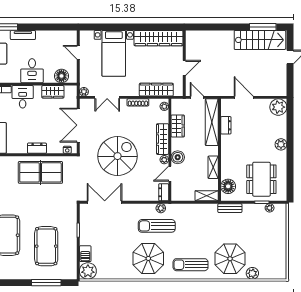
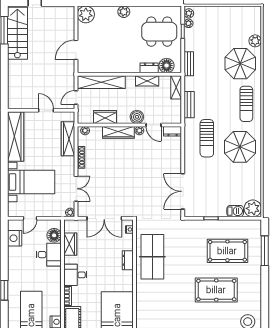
tv unit: (23, 35) -> (12, 275), removed
nightstand: (59, 37) -> (15, 238), added
desk: (32, 71) -> (49, 255), moved
dresser: (226, 125) -> (149, 68), moved
spiral stairs: (118, 156) -> (136, 178), removed
plant: (161, 208) -> (189, 13), moved
bench: (190, 209) -> (189, 105), added

